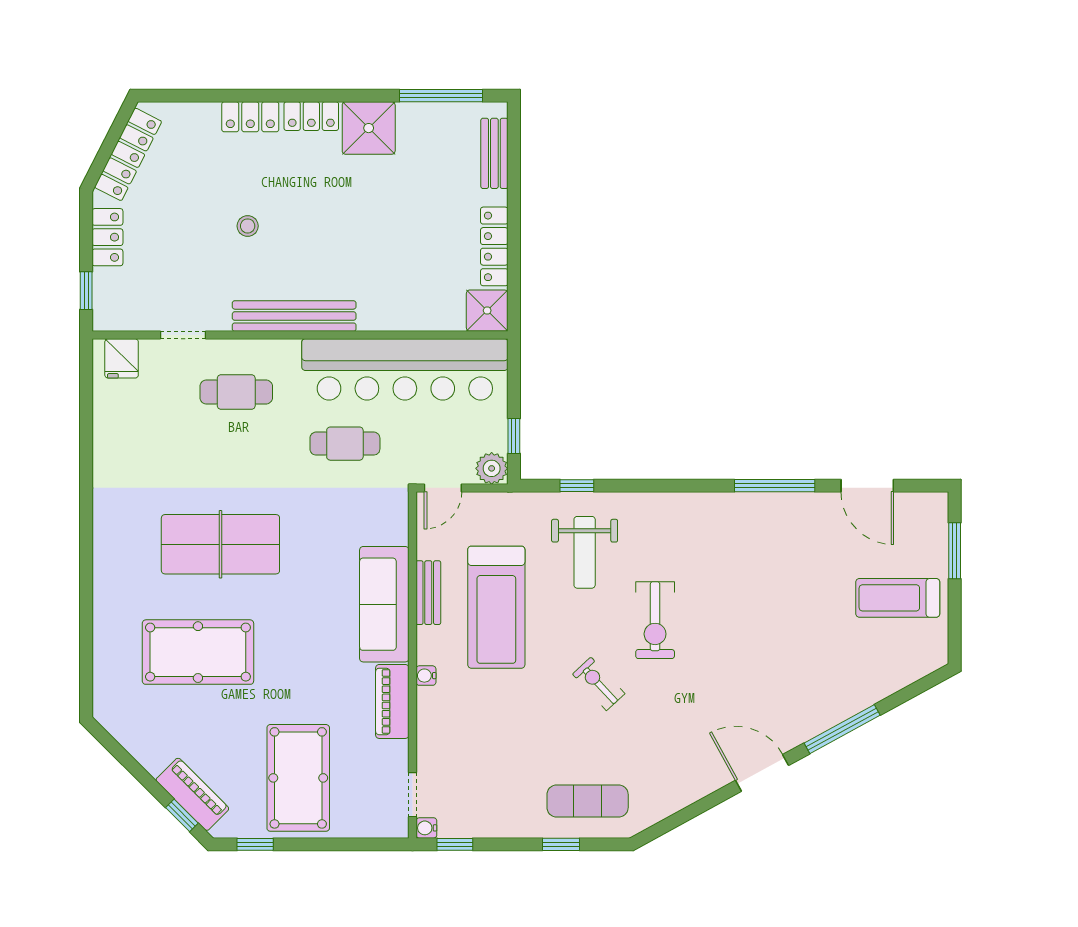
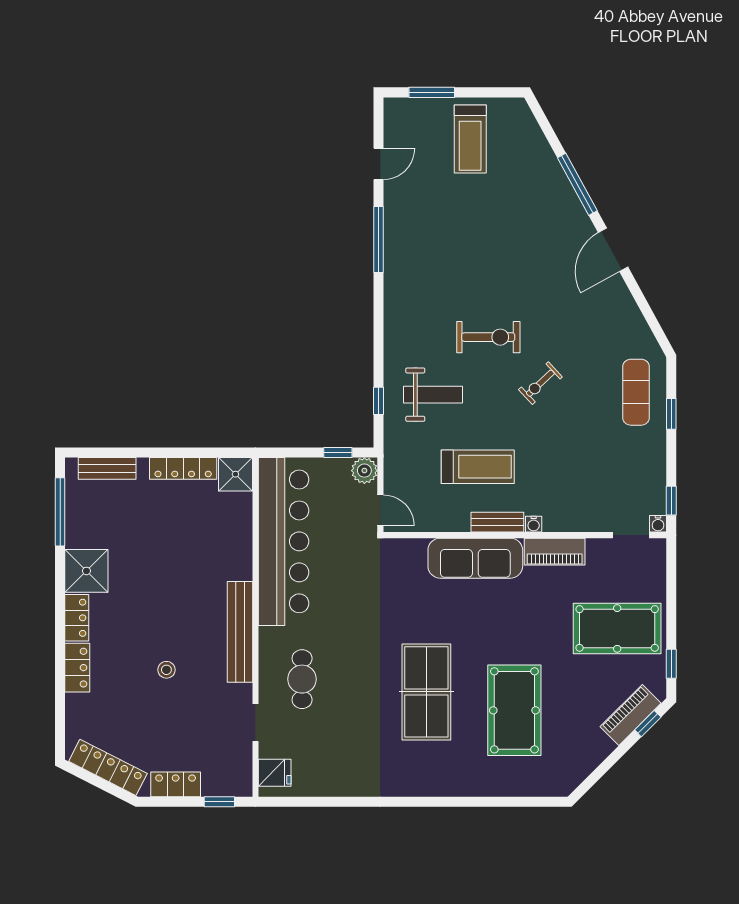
cafe table: (345, 444) -> (344, 590), removed
door: (867, 486) -> (378, 164), width x0.73
bench: (428, 593) -> (497, 522), moved
treadmill: (496, 607) -> (478, 467), width x0.73, depth x0.73

